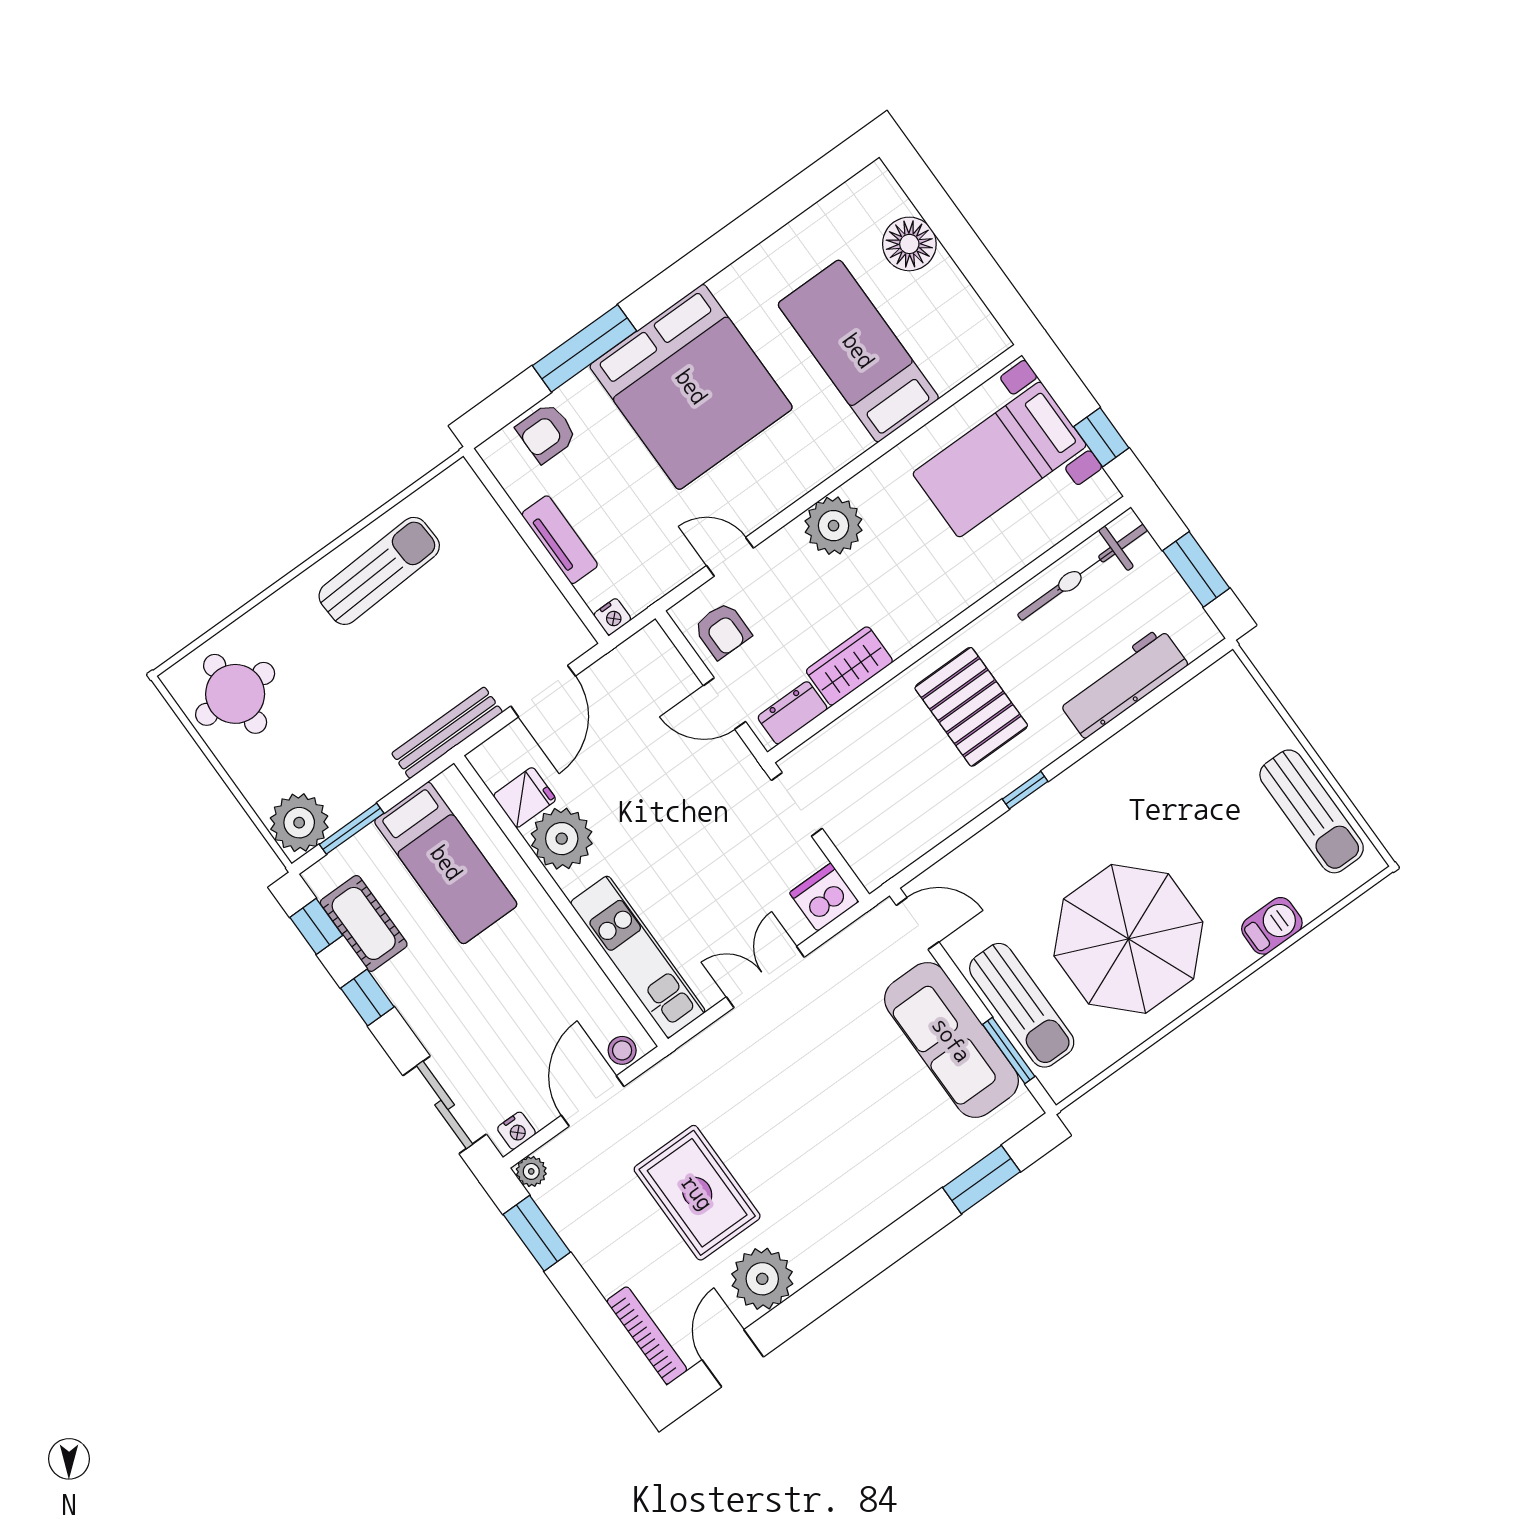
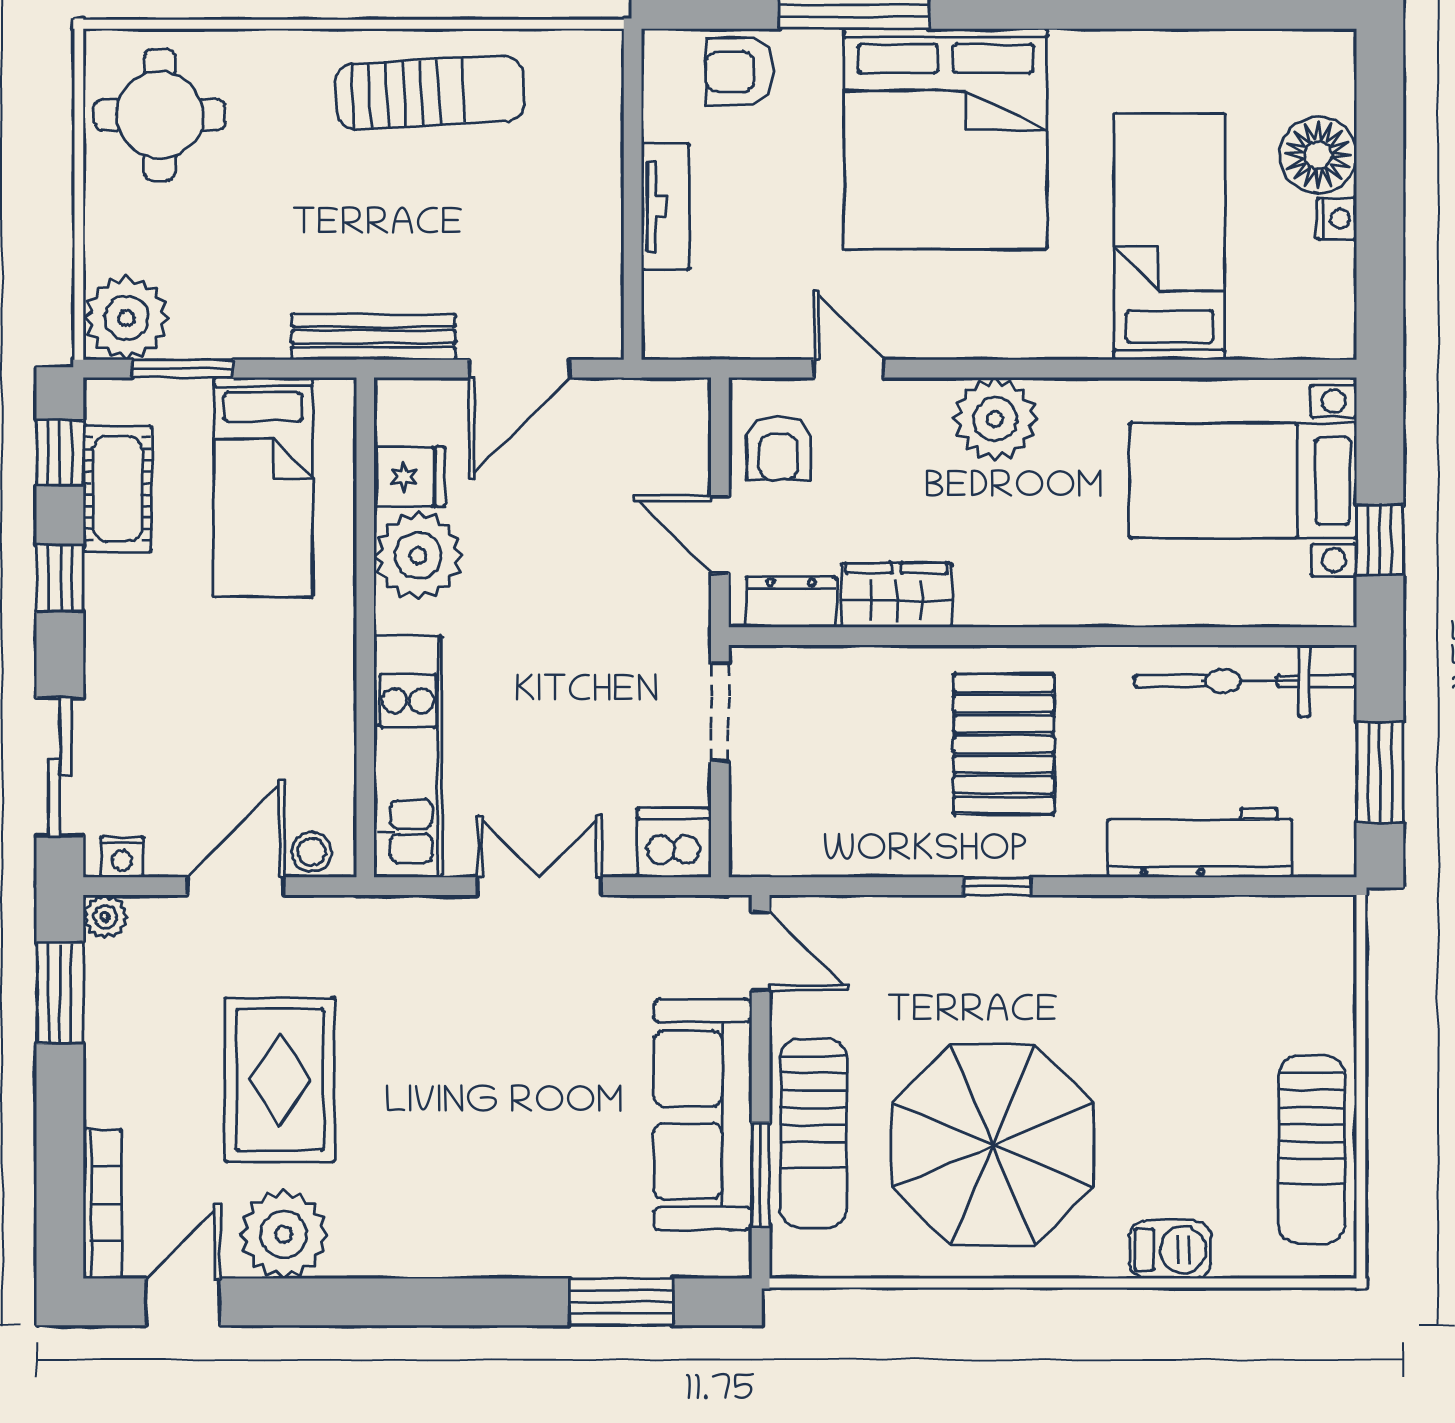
nightstand: (612, 617) -> (1337, 219), moved, turned -90

